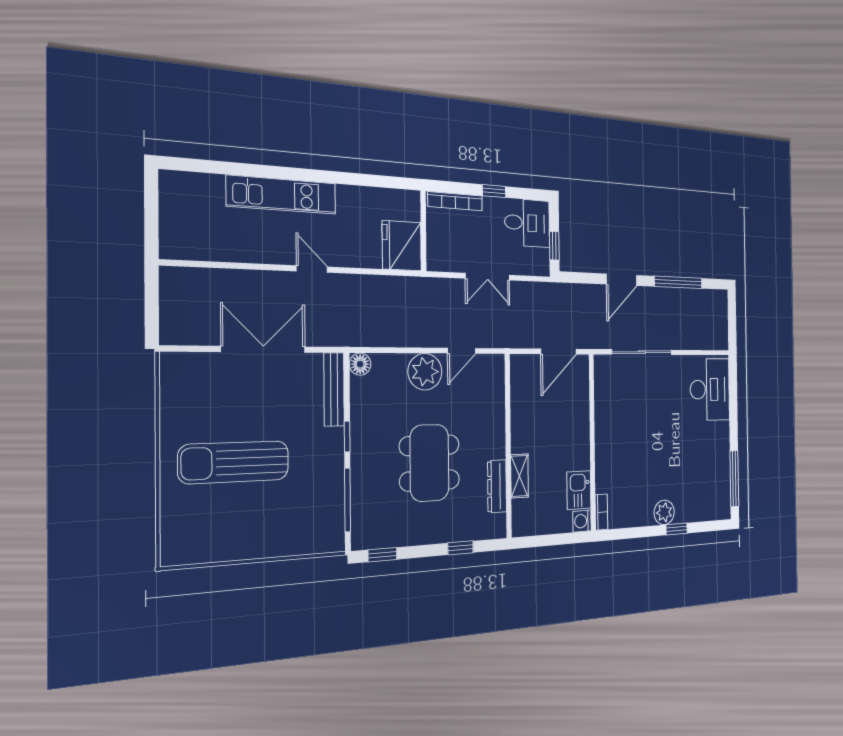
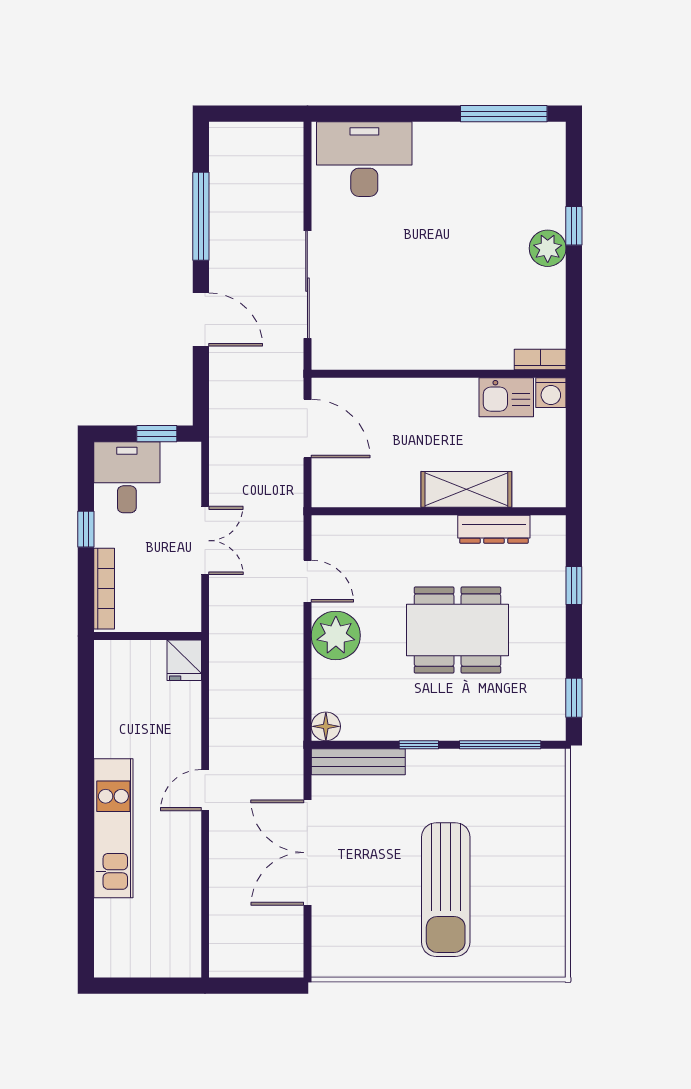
fridge: (402, 246) -> (184, 660), width x0.53, depth x0.75
shelving: (519, 476) -> (466, 489), width x1.50, depth x1.33

